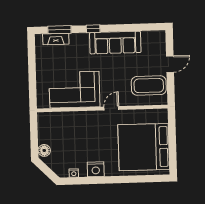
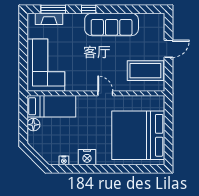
corner sofa: (74, 90) -> (46, 65), moved, turned 90
door: (111, 108) -> (105, 93), hinge flipped
bed: (60, 122) -> (51, 106), added
floor lamp: (44, 150) -> (33, 125), moved

